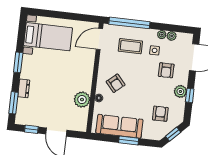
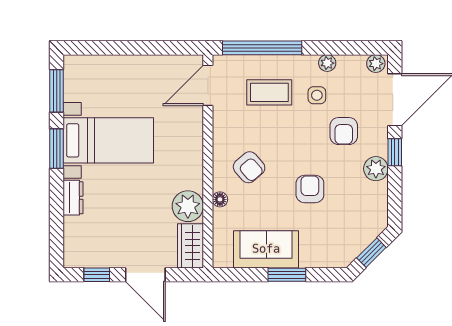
plant: (172, 36) -> (376, 64), moved
bed with nightstands: (48, 37) -> (108, 140), moved
window: (190, 95) -> (395, 152), moved
window: (14, 103) -> (57, 91), moved
armchair: (160, 114) -> (310, 189), moved
wardrobe: (81, 120) -> (190, 246), added
sofa: (119, 126) -> (266, 249), width x0.73

